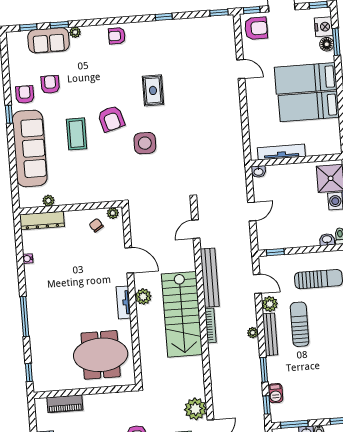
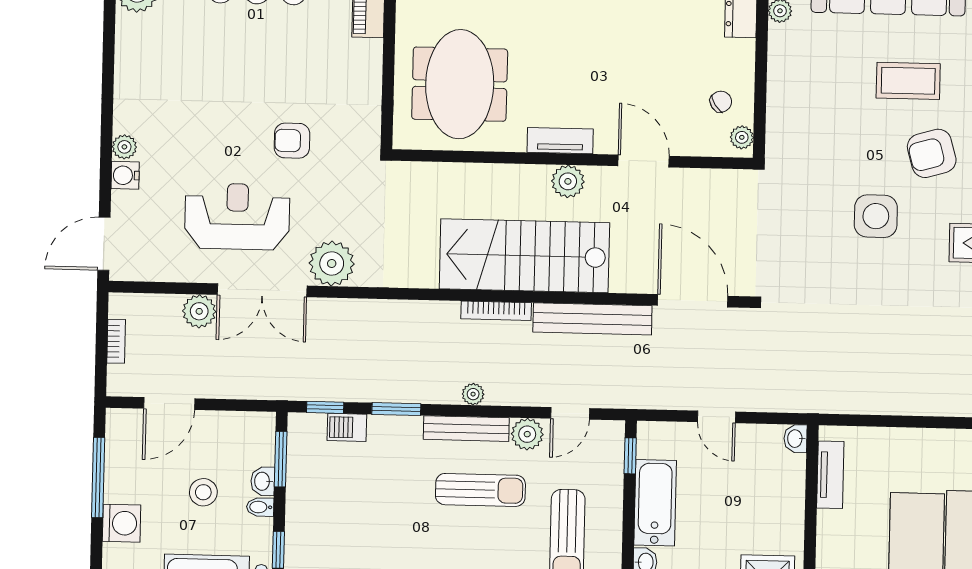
tv unit: (281, 152) -> (830, 475), width x0.71
door: (196, 229) -> (693, 301), width x1.88
bathtub: (297, 238) -> (655, 503), added
door: (129, 260) -> (644, 161), swing flipped

